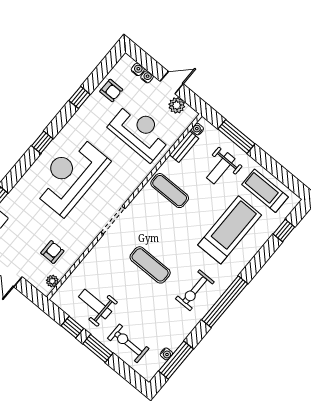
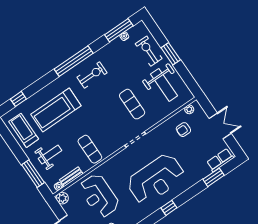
plant: (177, 105) -> (62, 198), moved
treadmill: (265, 191) -> (24, 130), turned 180
exercise mat: (150, 265) -> (132, 104), moved
weight bench: (95, 304) -> (164, 85), width x1.36, depth x1.33
window: (72, 327) -> (184, 73), removed
exercise bike: (128, 343) -> (149, 51), turned 180

